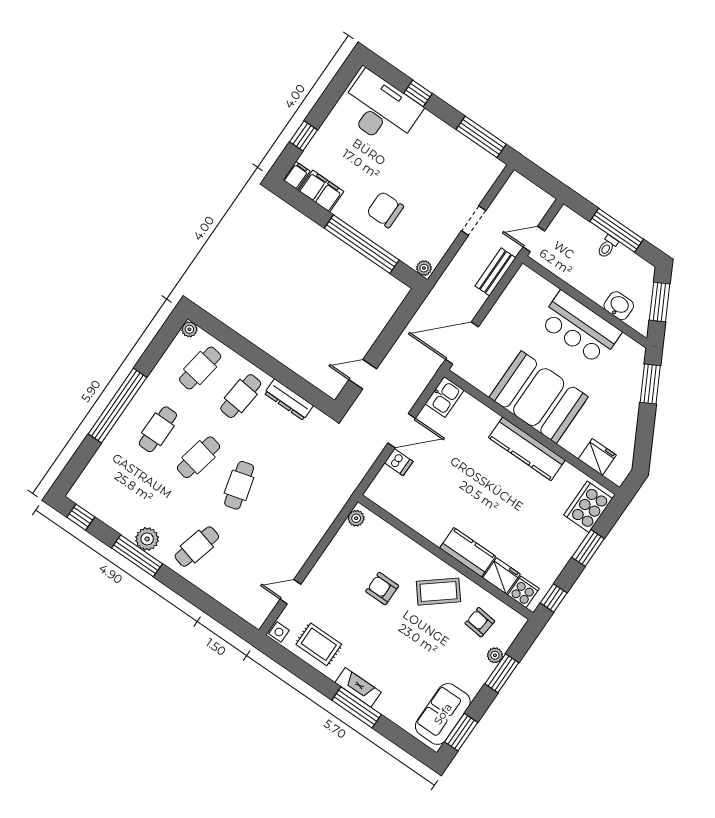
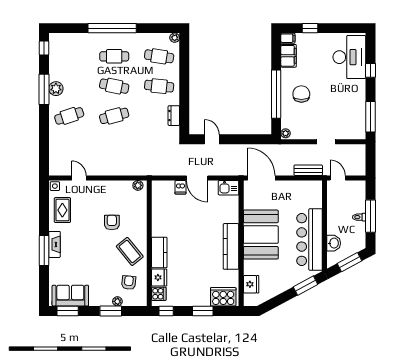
bar counter: (580, 328) -> (309, 239), width x1.36
dresser: (289, 400) -> (174, 116), width x0.70
cafe table: (197, 547) -> (69, 116), turned -33

